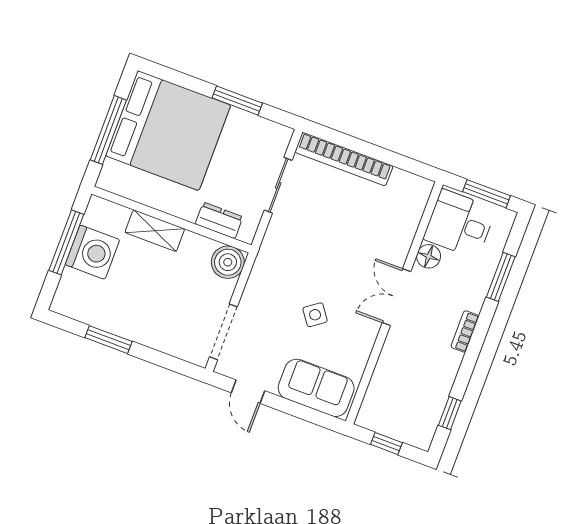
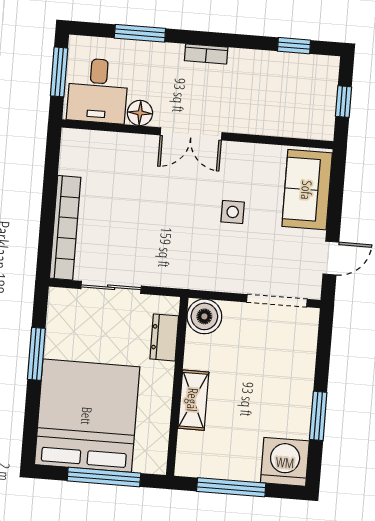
washing machine: (92, 252) -> (285, 462), moved
side table: (315, 315) -> (233, 212), turned 36

